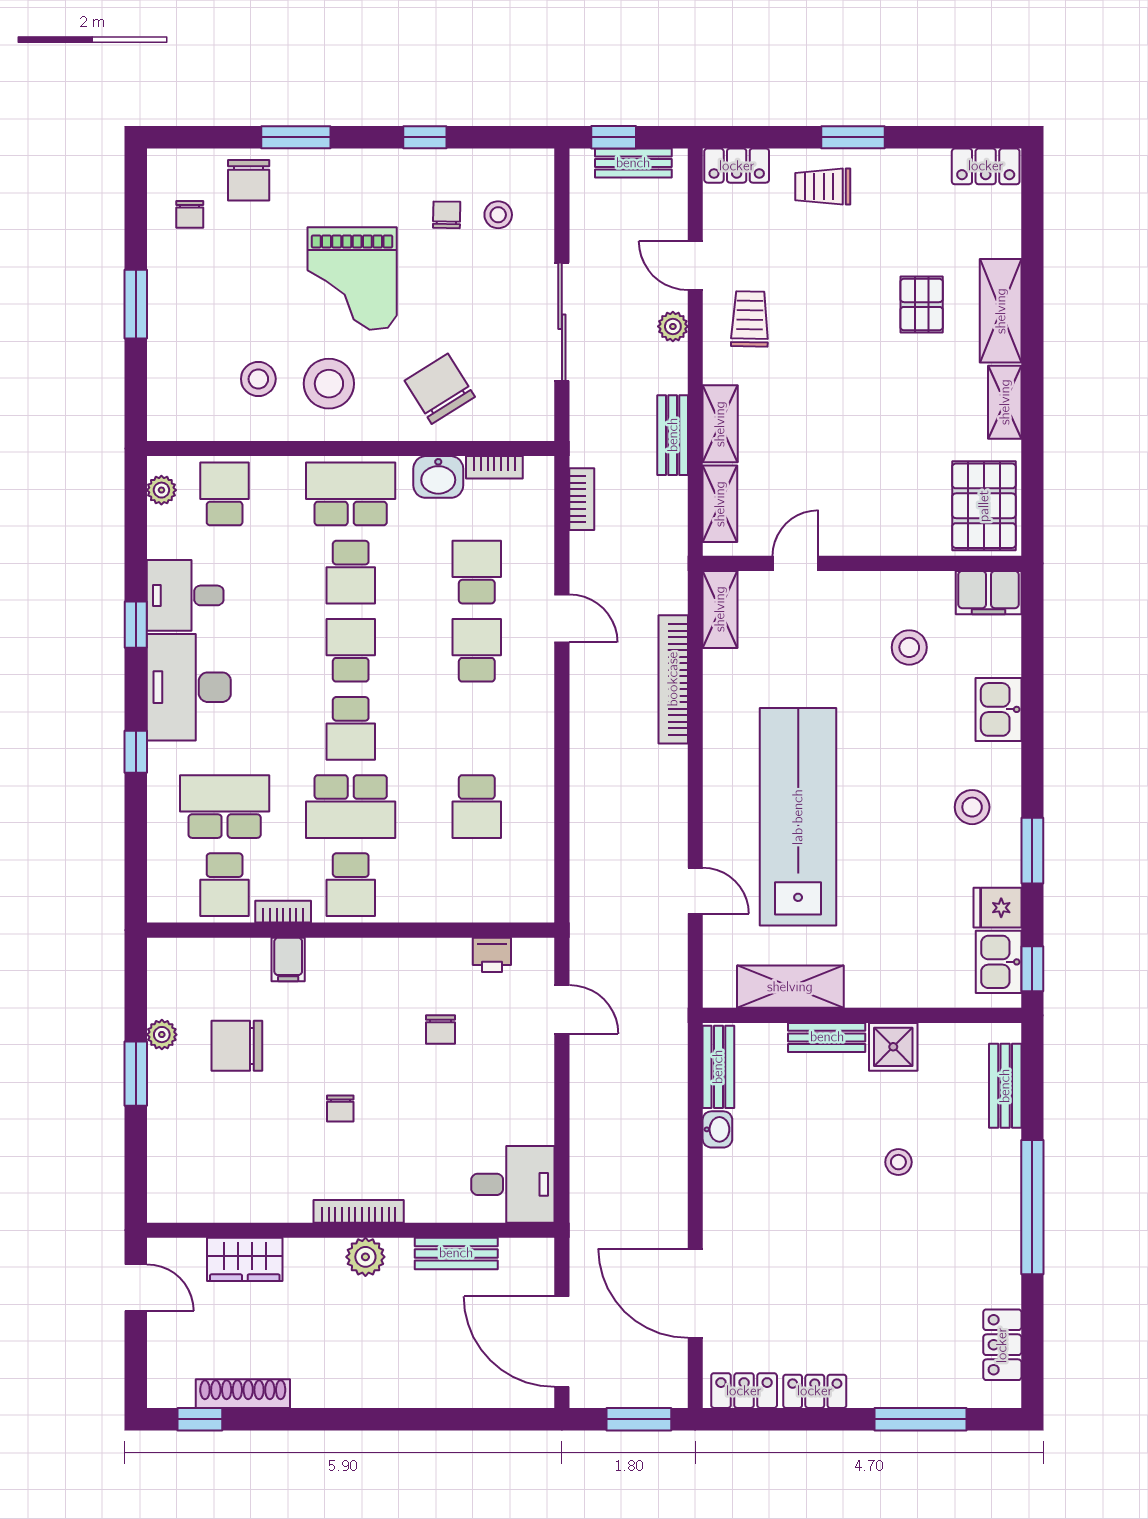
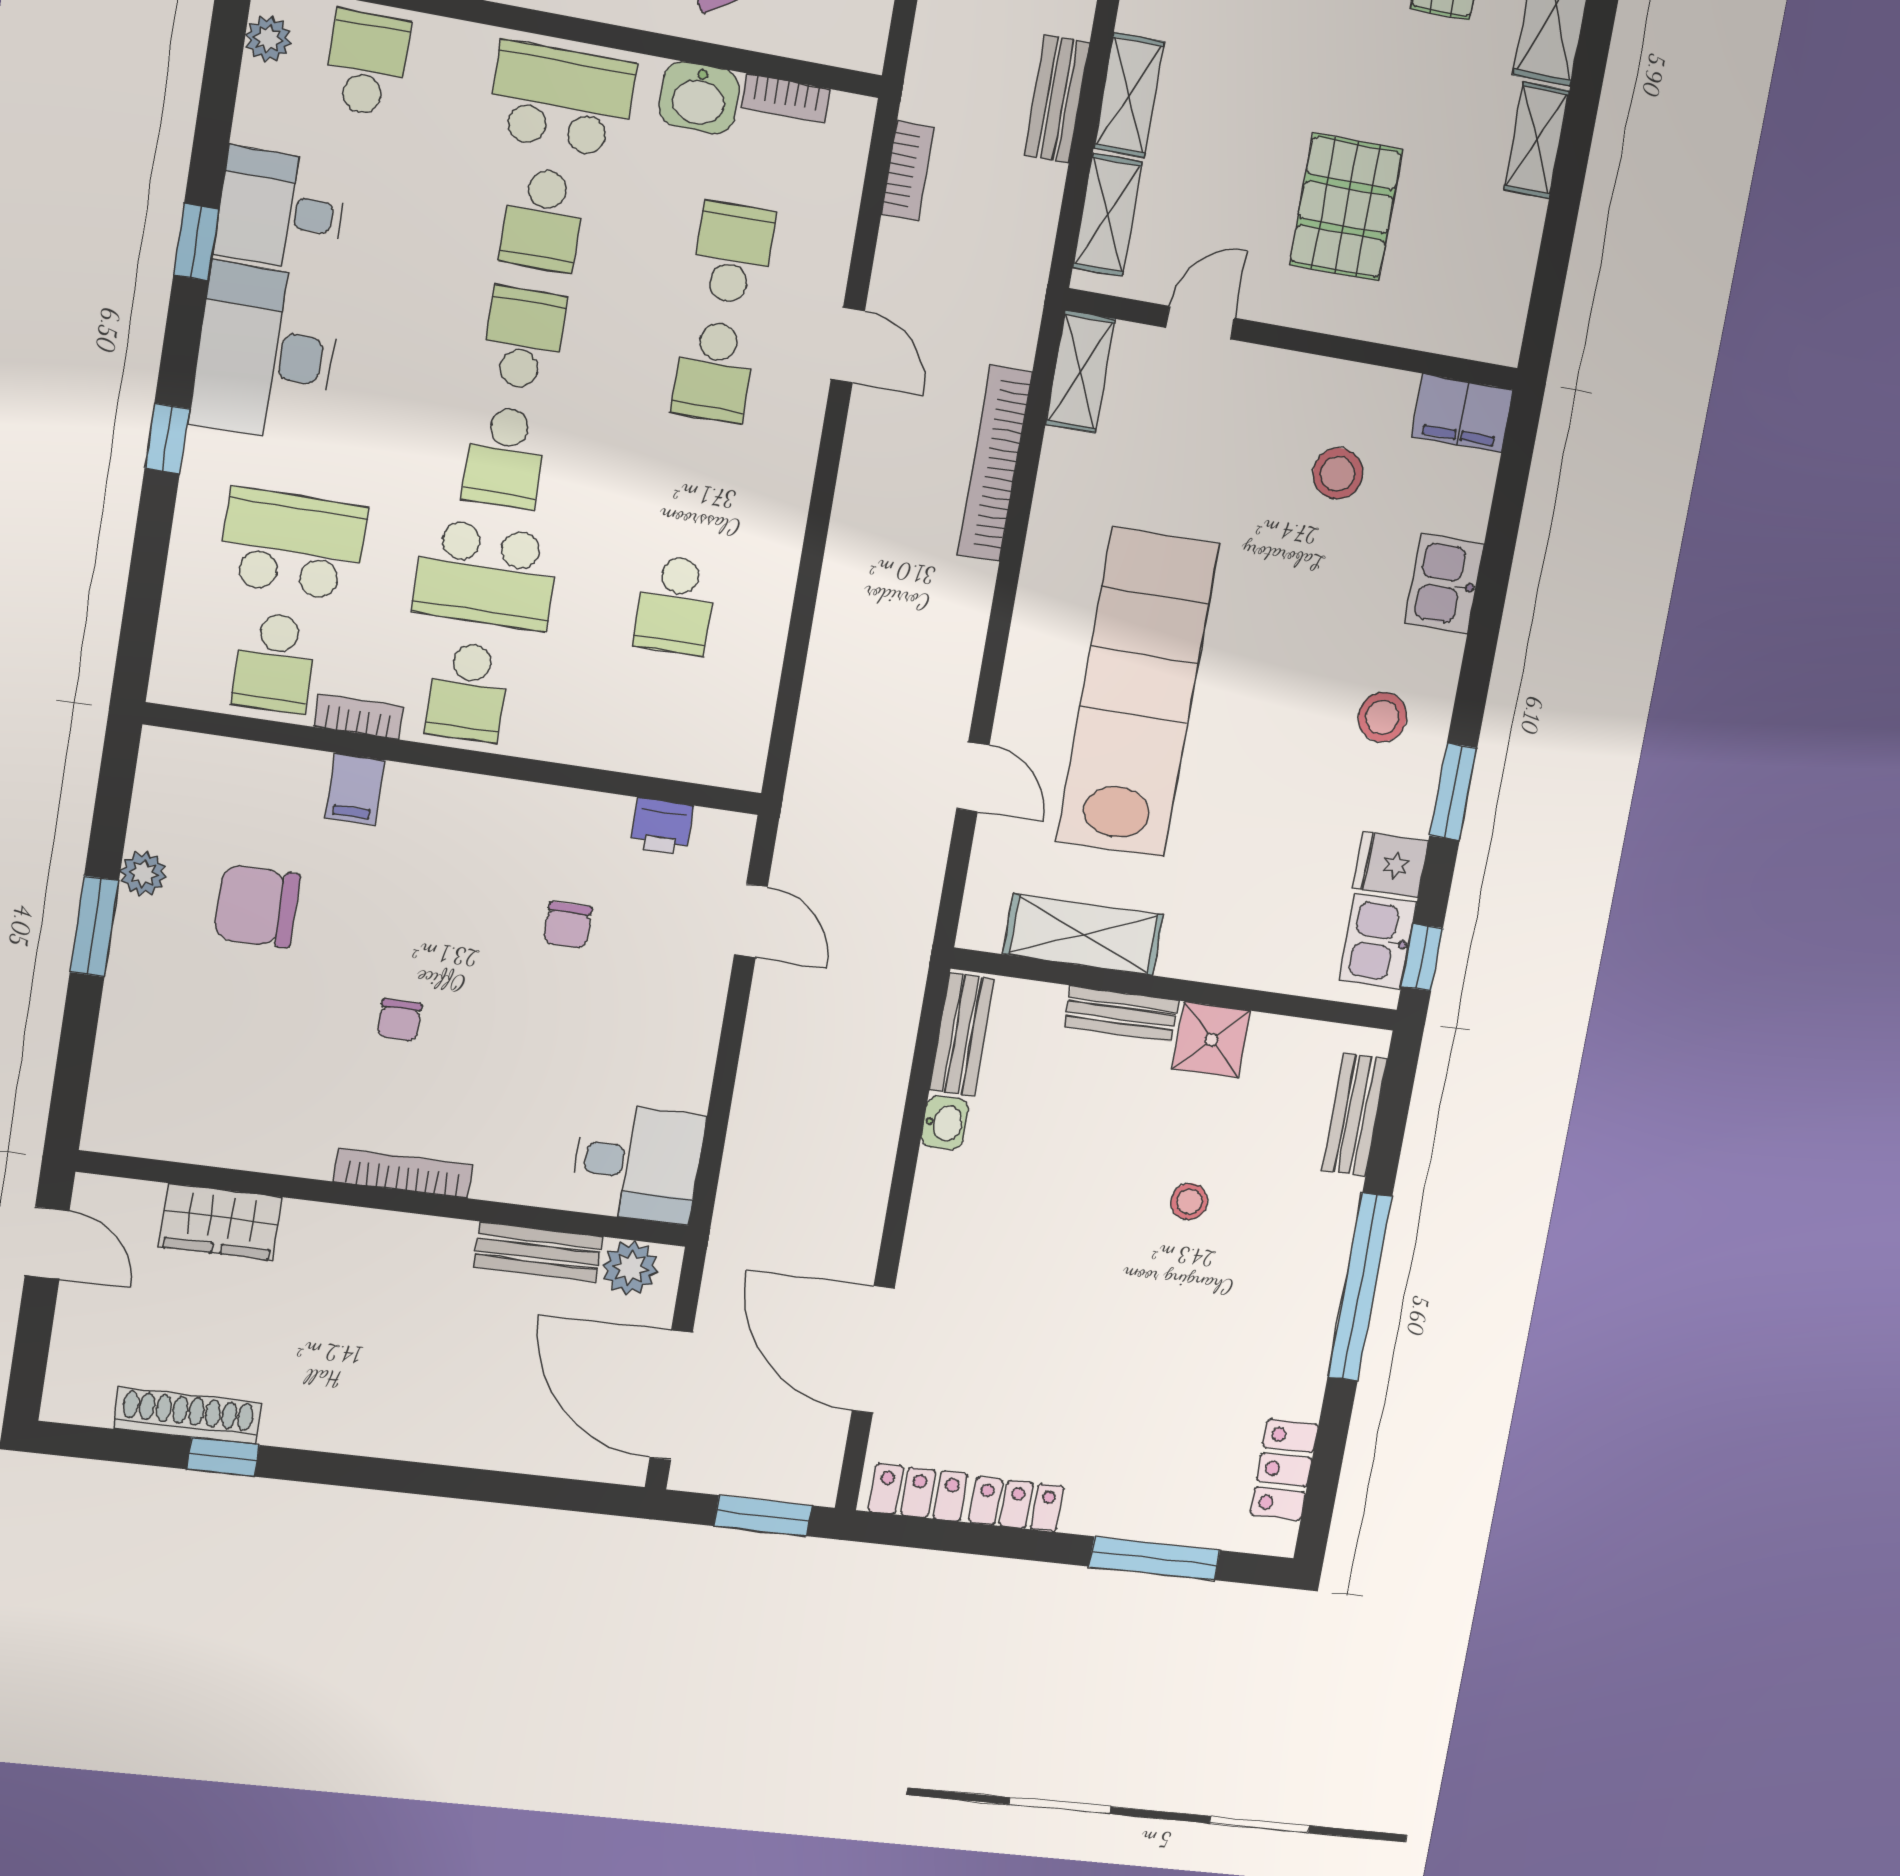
pallet: (984, 506) -> (1346, 207), moved
school desk: (477, 650) -> (714, 371), turned 180
plant: (365, 1257) -> (630, 1268), moved
window: (200, 1419) -> (223, 1457), moved

